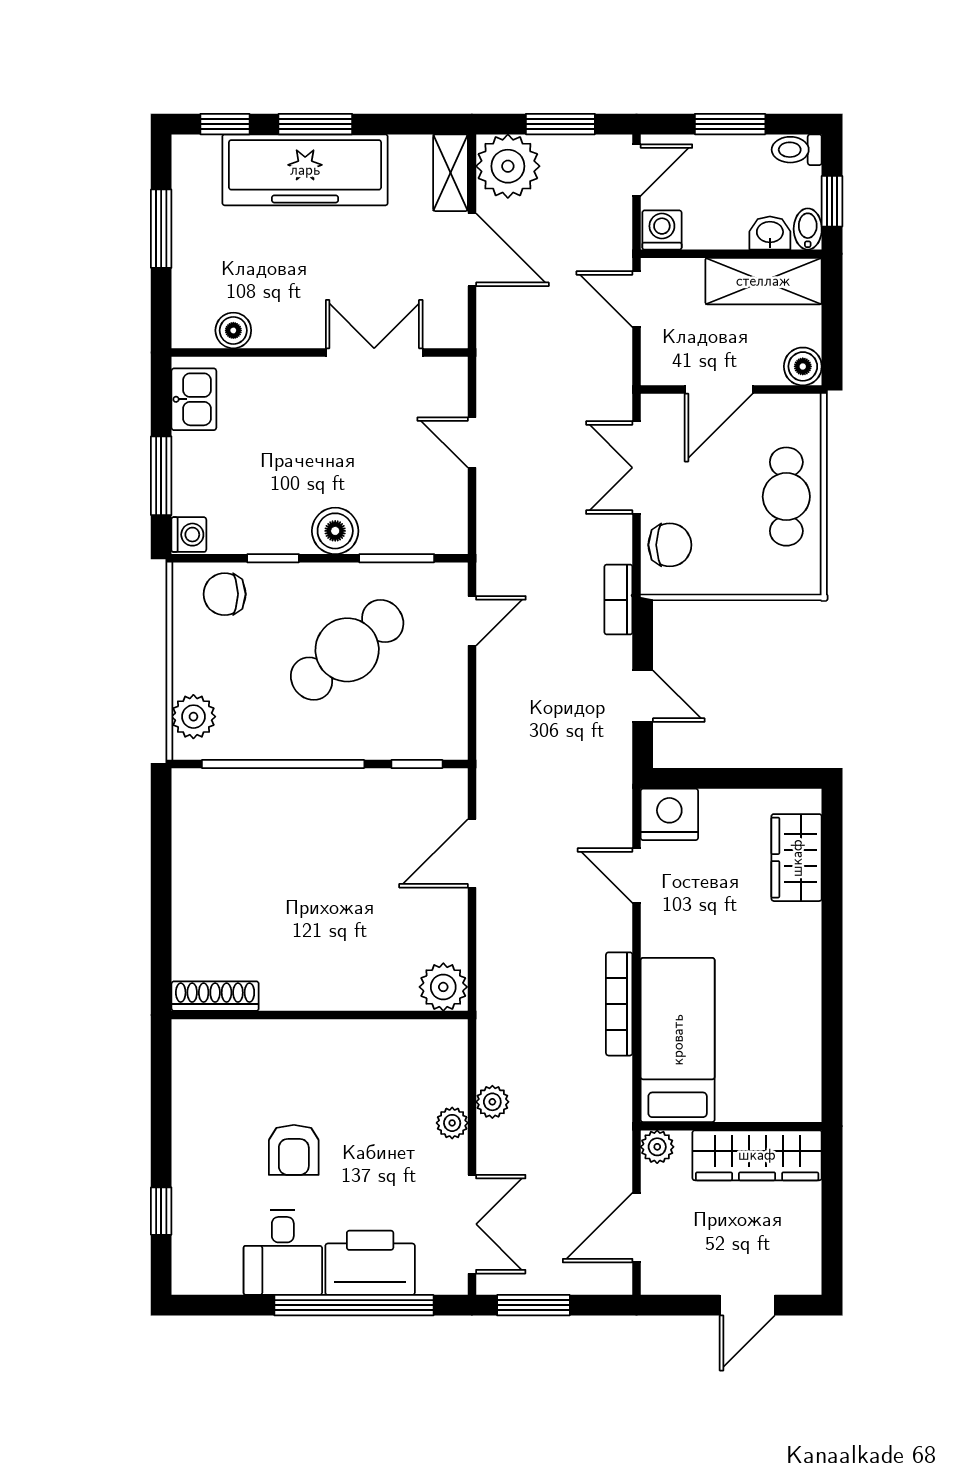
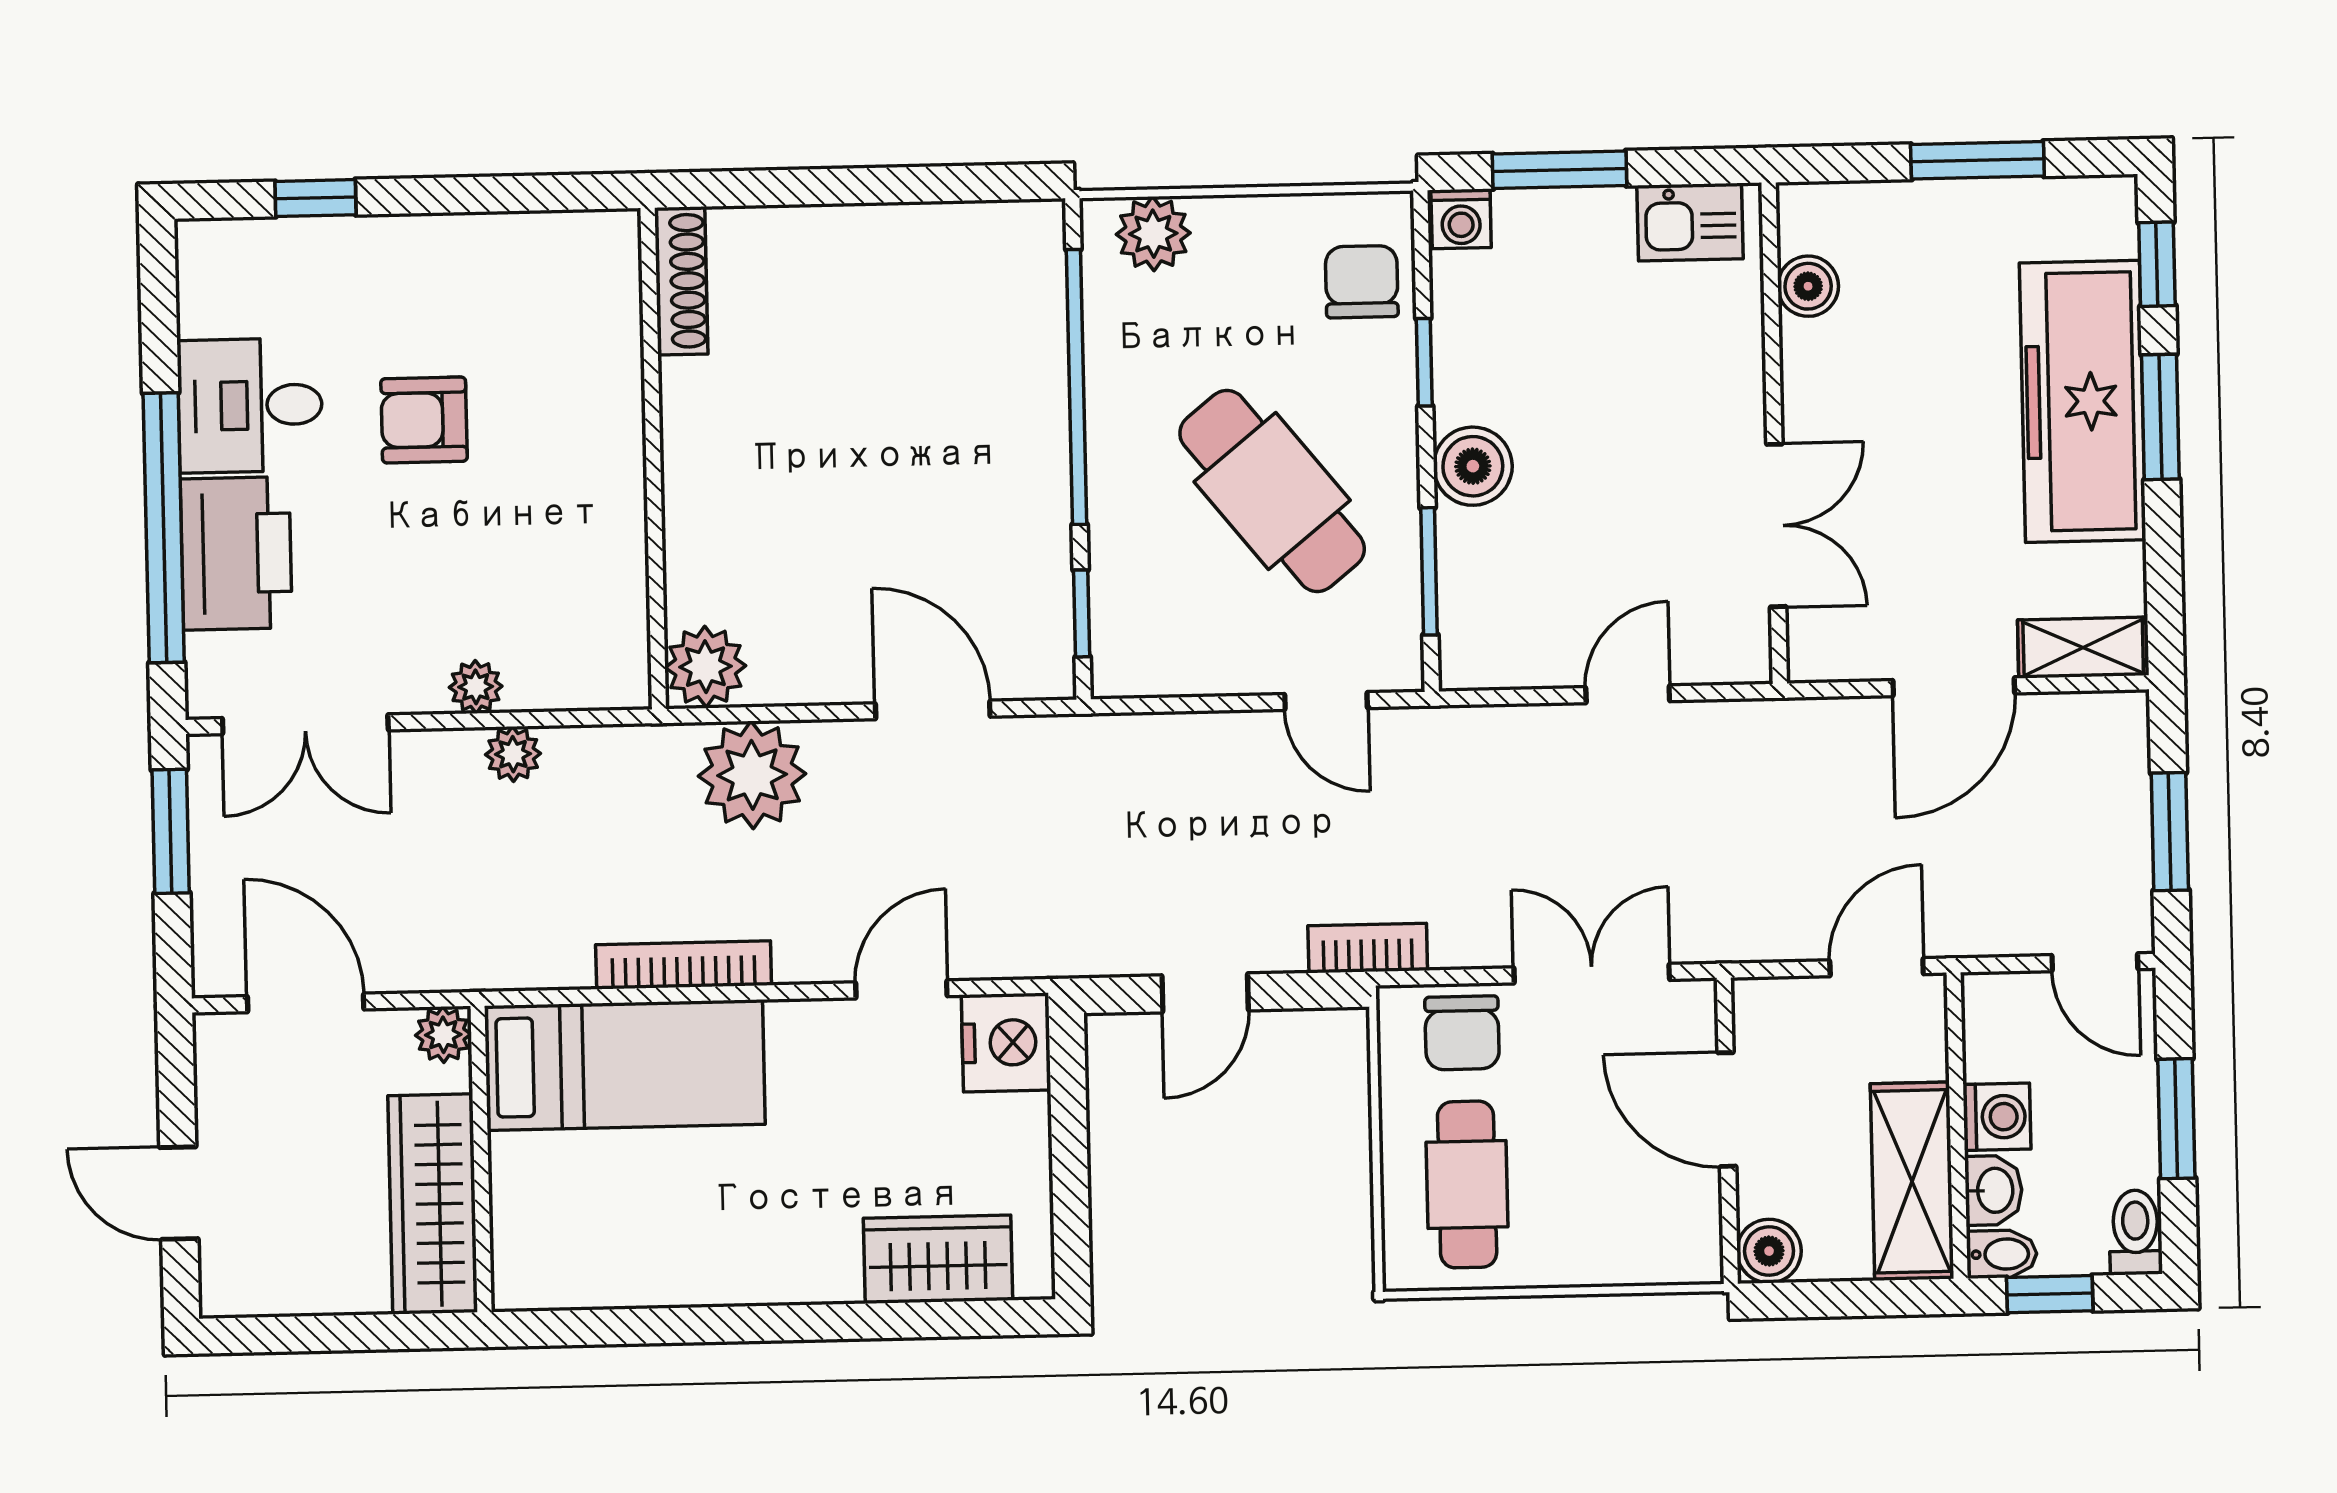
plant: (508, 166) -> (752, 775), moved
washing machine: (662, 230) -> (1997, 1117), moved
cafe table: (786, 497) -> (1467, 1184), moved, turned 90

